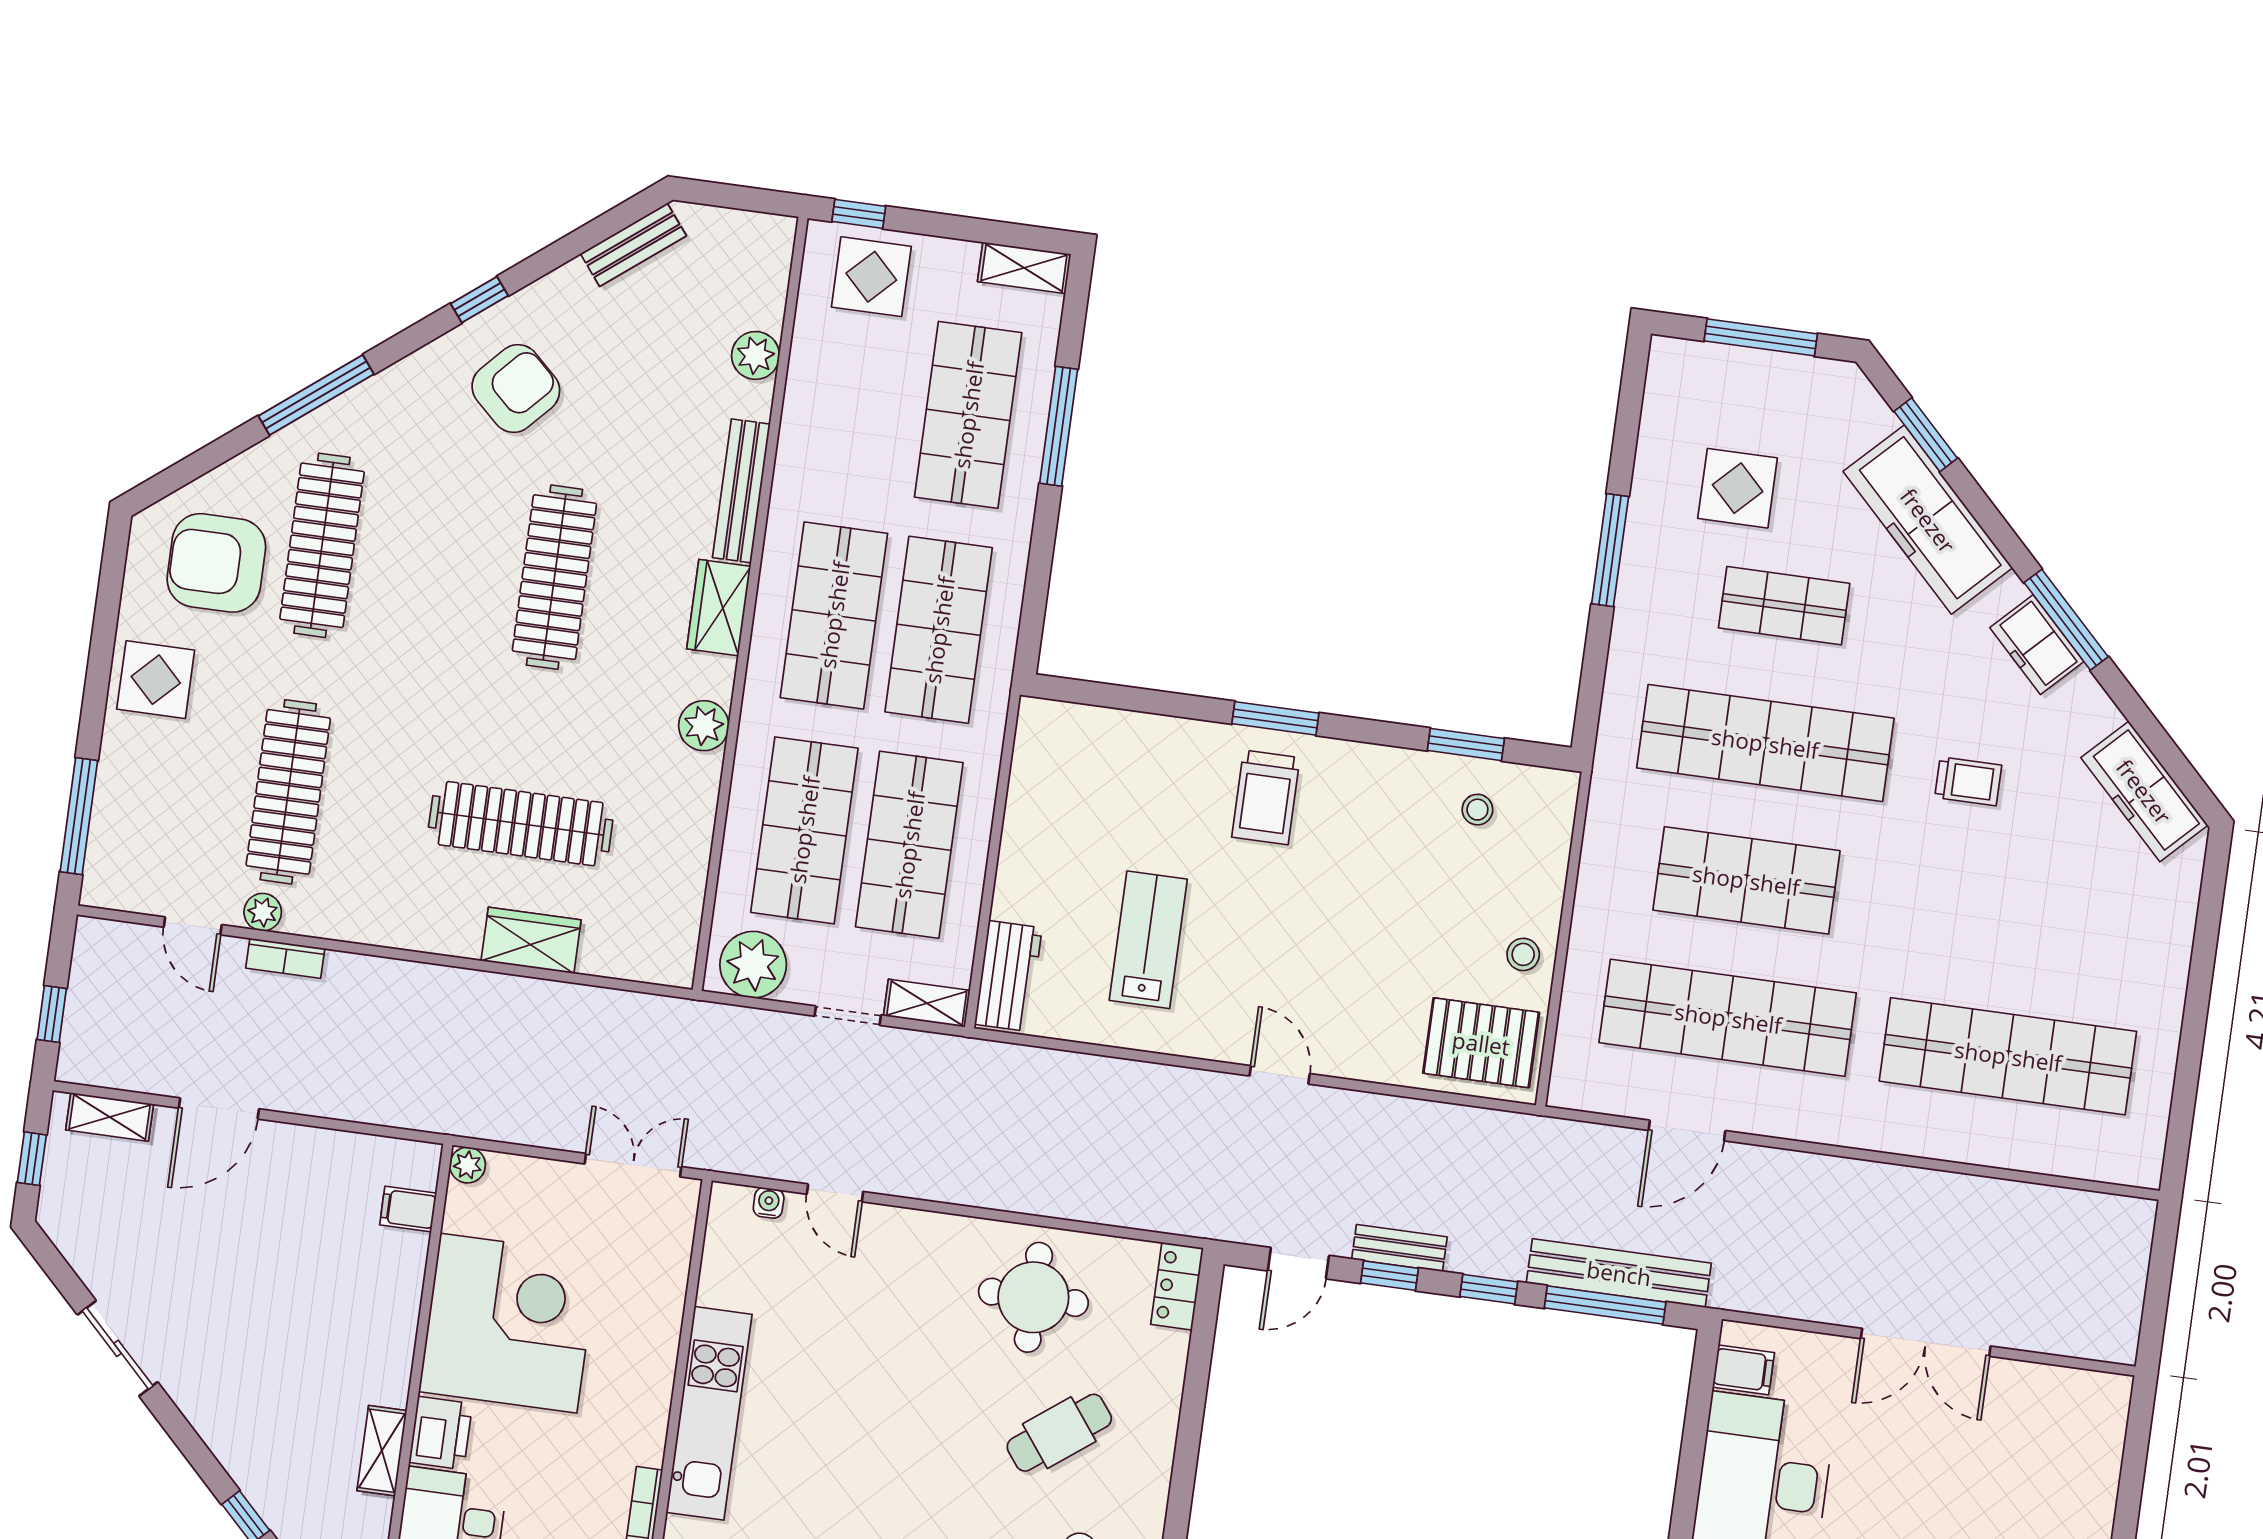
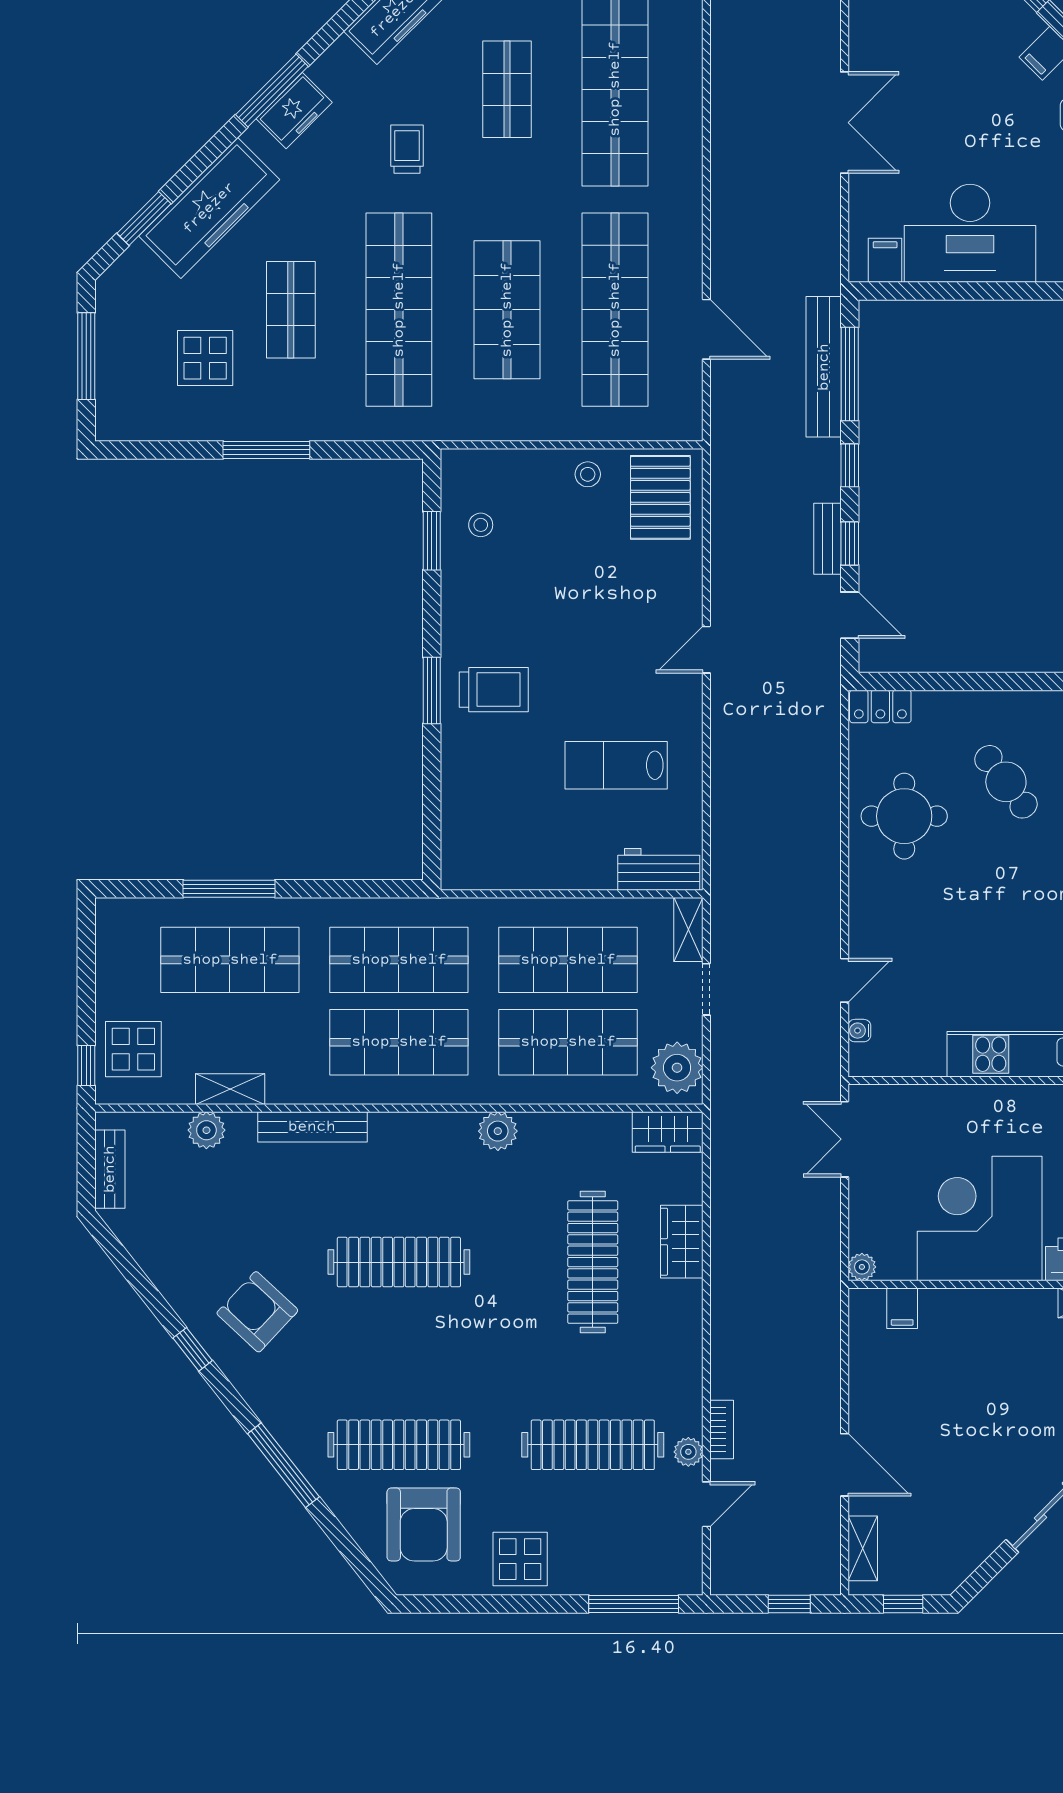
bench: (633, 245) -> (110, 1169), moved, turned 38
shelving: (1024, 268) -> (230, 1089), moved, turned 90
wardrobe: (719, 608) -> (668, 1132), moved
shop shelf: (2027, 919) -> (507, 89), added

